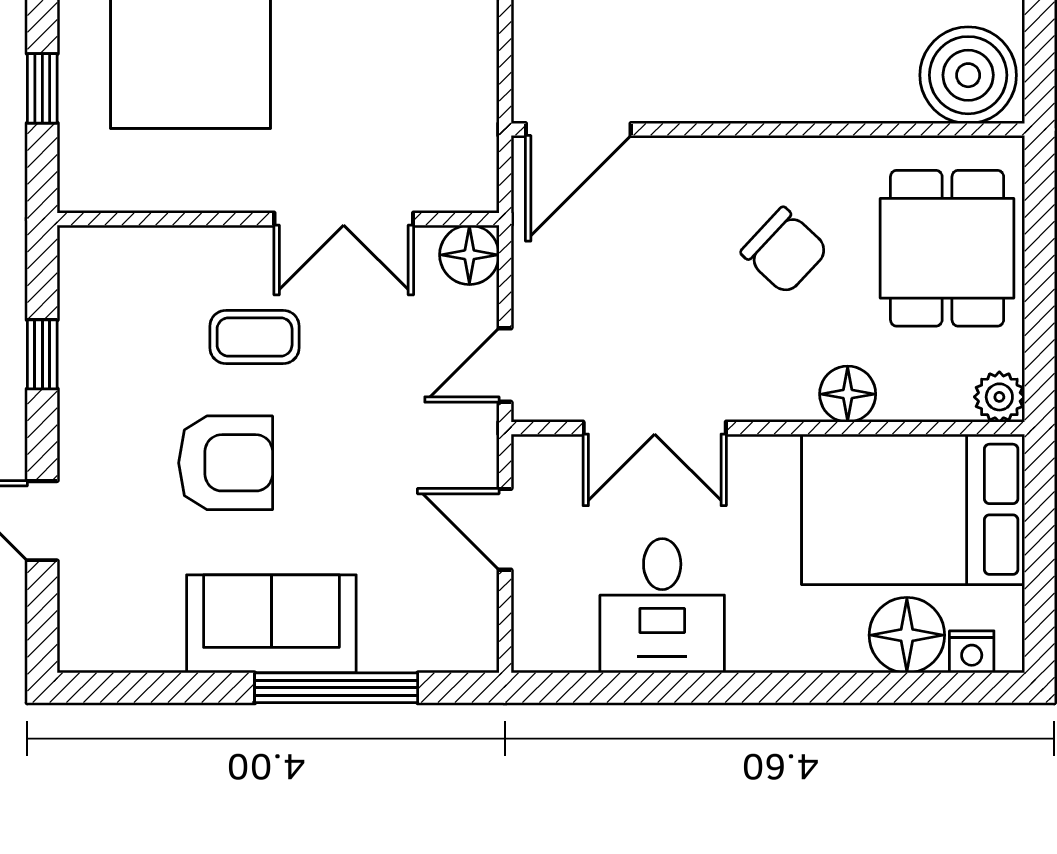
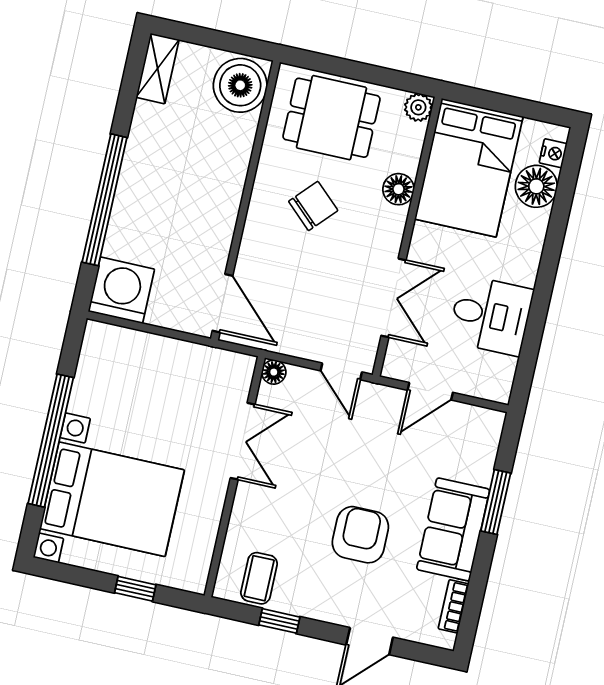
floor lamp: (469, 255) -> (274, 372), width x0.73, depth x0.73
coffee table: (255, 337) -> (259, 578), moved
bookcase: (136, 655) -> (454, 606), added
window: (336, 688) -> (496, 502), width x0.69

